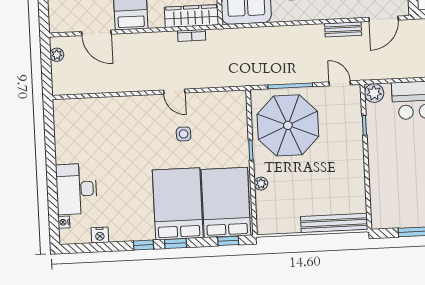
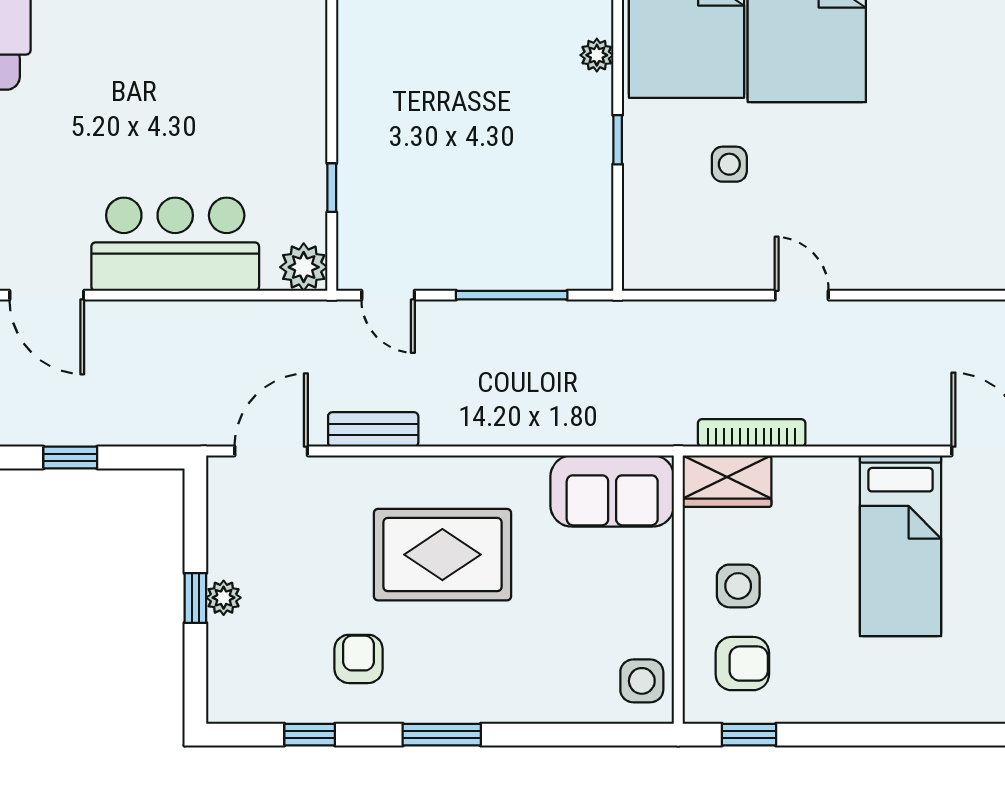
wardrobe: (192, 16) -> (727, 481), width x0.67
bookcase: (192, 35) -> (752, 433), width x1.56
parasol: (288, 125) -> (523, 197), removed
side table: (184, 134) -> (729, 164), moved

